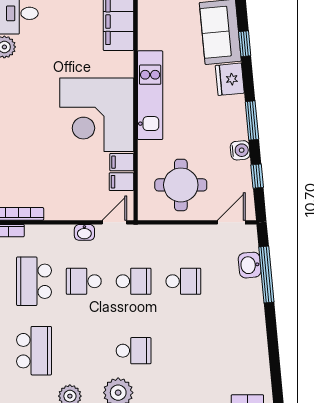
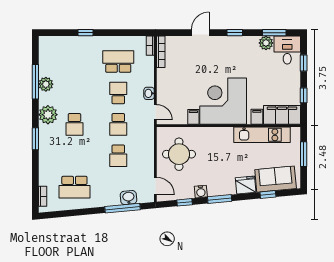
kitchen unit: (150, 95) -> (262, 135), moved
filing cabinet: (121, 182) -> (257, 117), moved
school desk: (34, 351) -> (74, 187), moved

